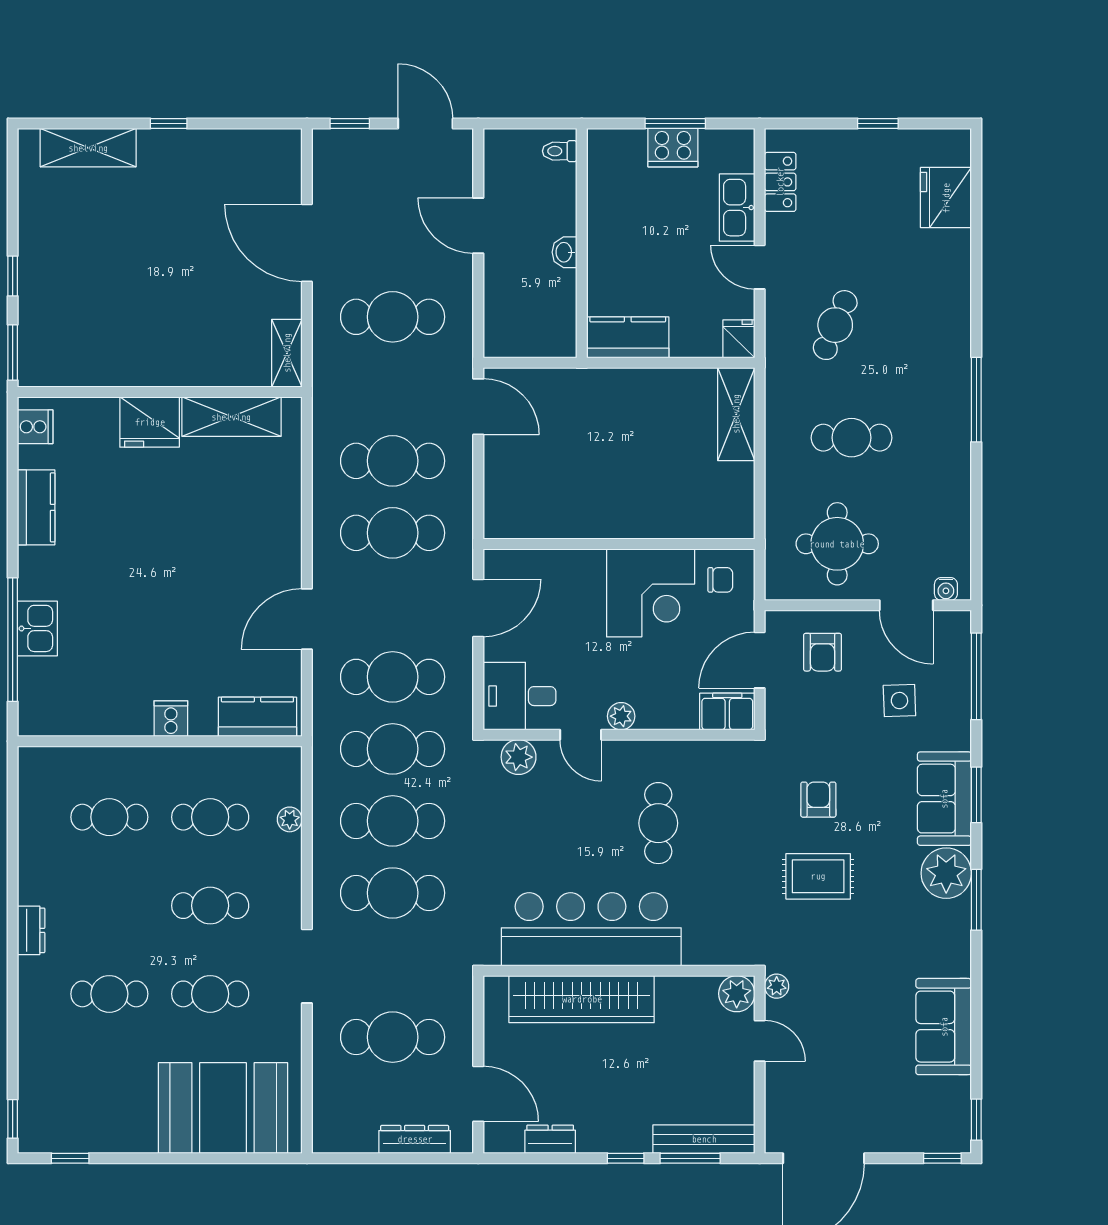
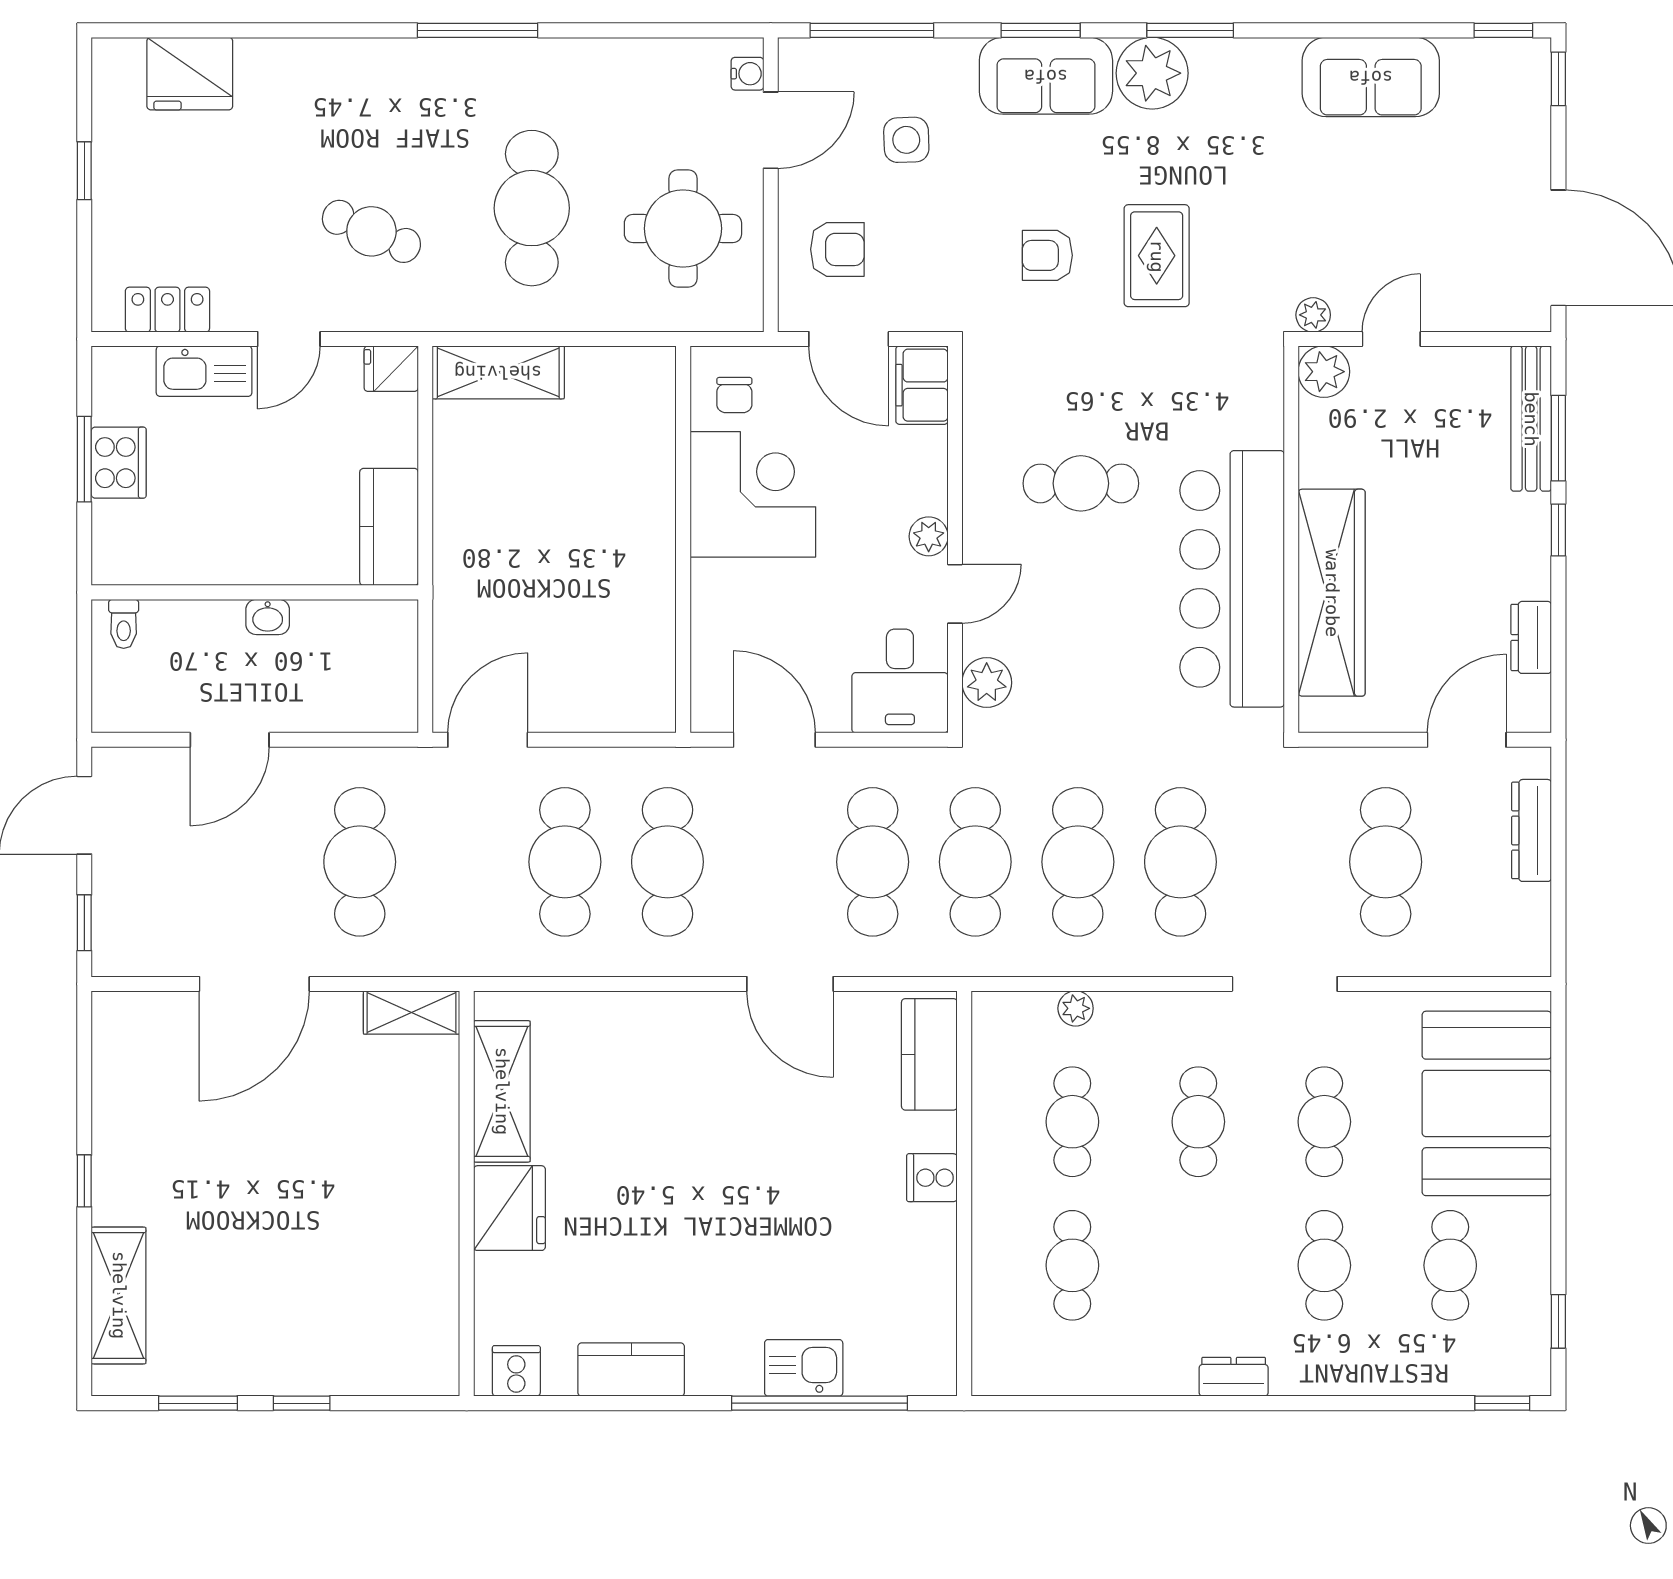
window: (13, 352) -> (198, 1403), moved
cafe table: (852, 438) -> (532, 208), width x1.37, depth x1.35
chair: (720, 580) -> (734, 395), turned 180
cafe table: (109, 1082) -> (1450, 1265), added

